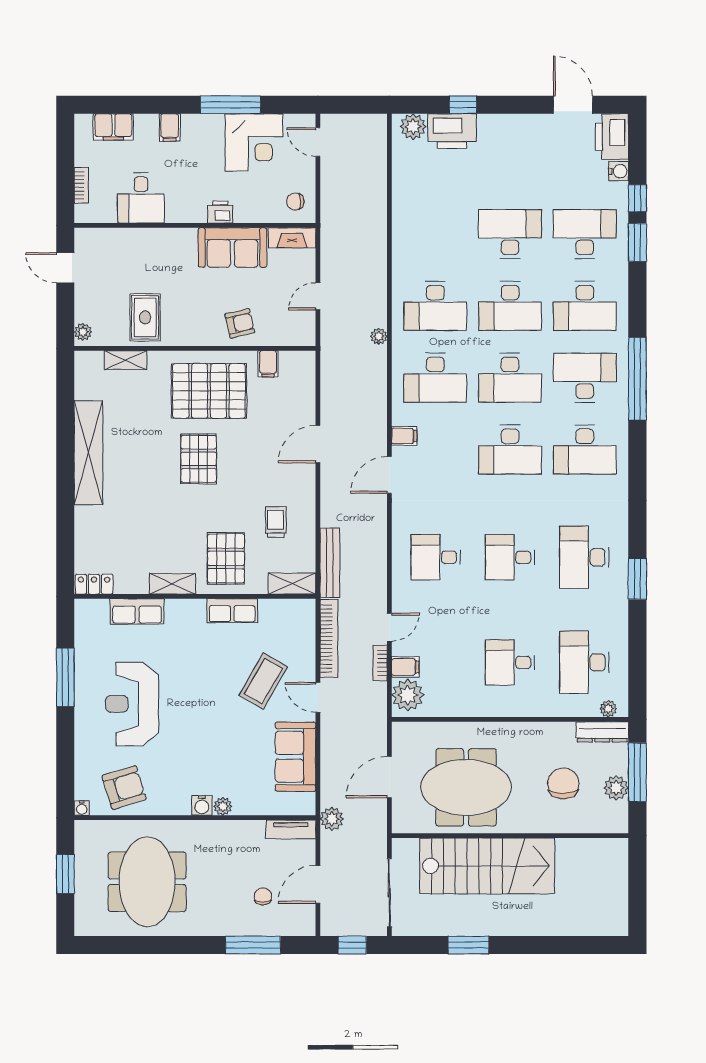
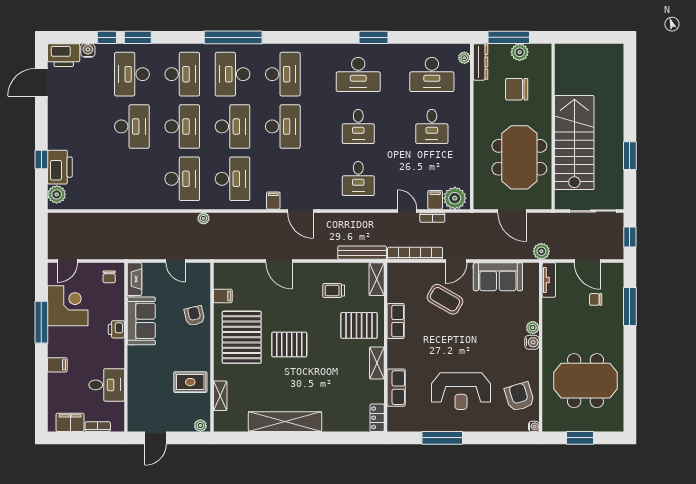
filing cabinet: (113, 127) -> (70, 422), moved, turned -90
desk: (510, 234) -> (132, 126), turned 180

